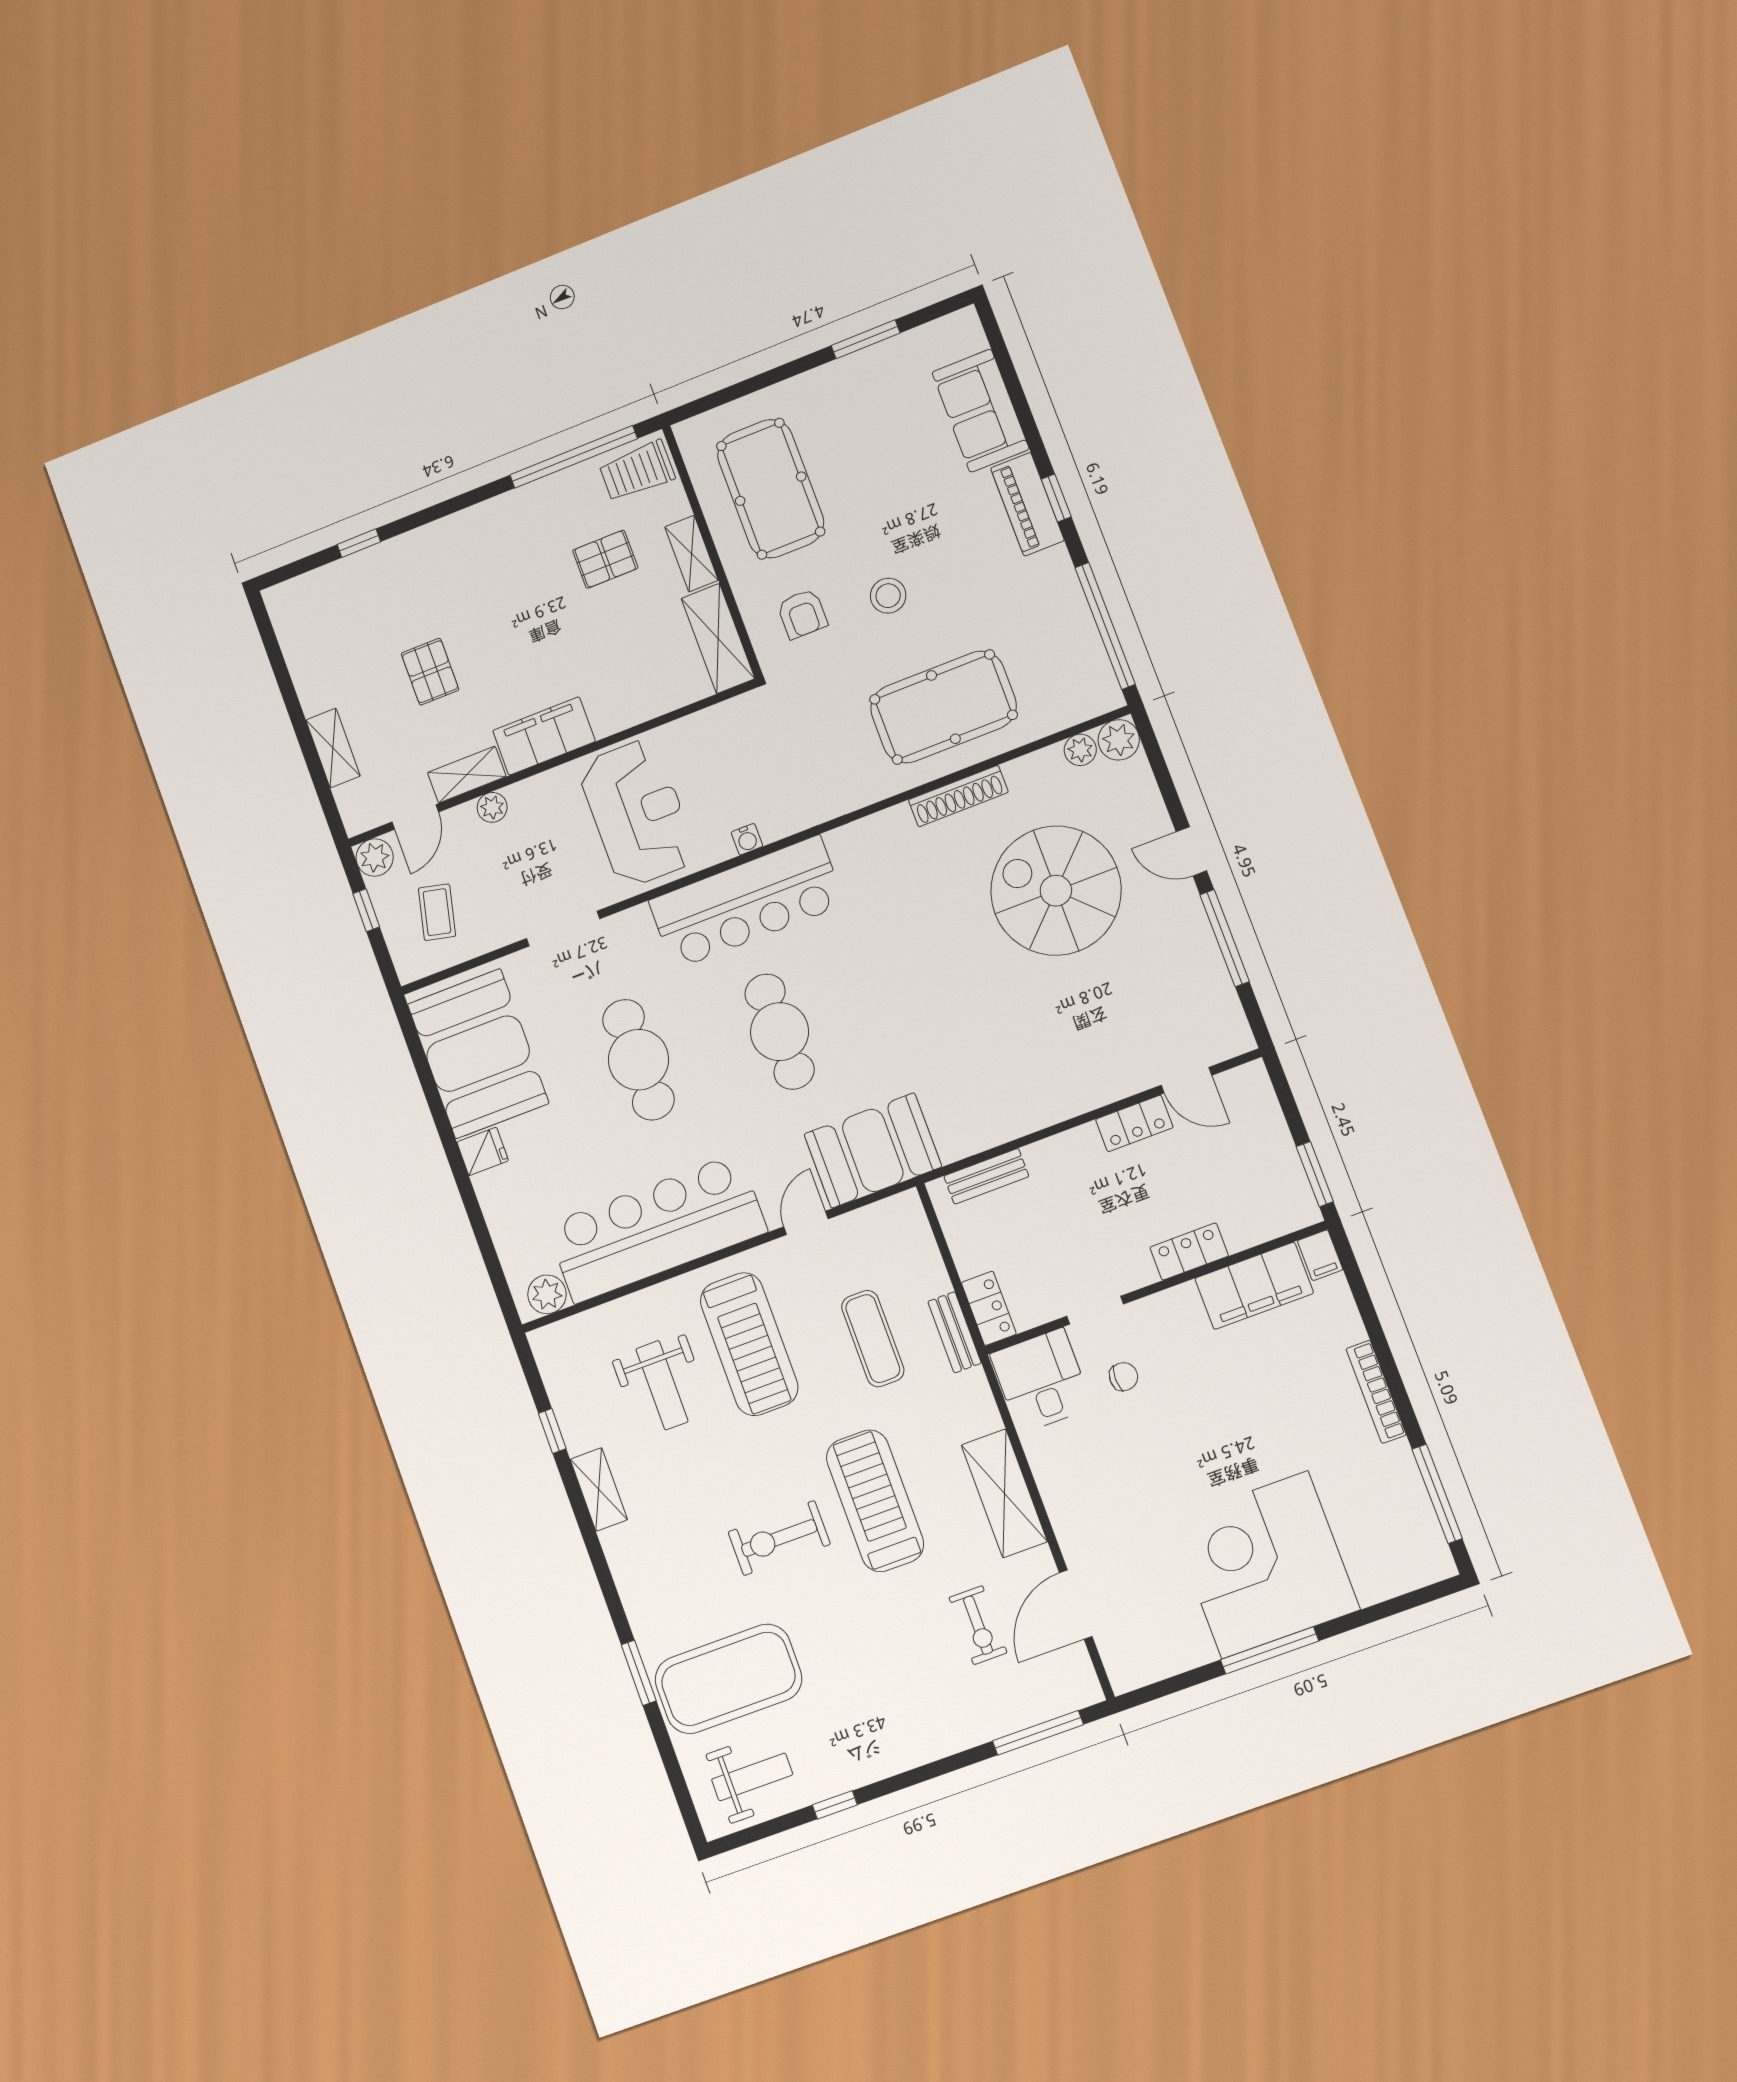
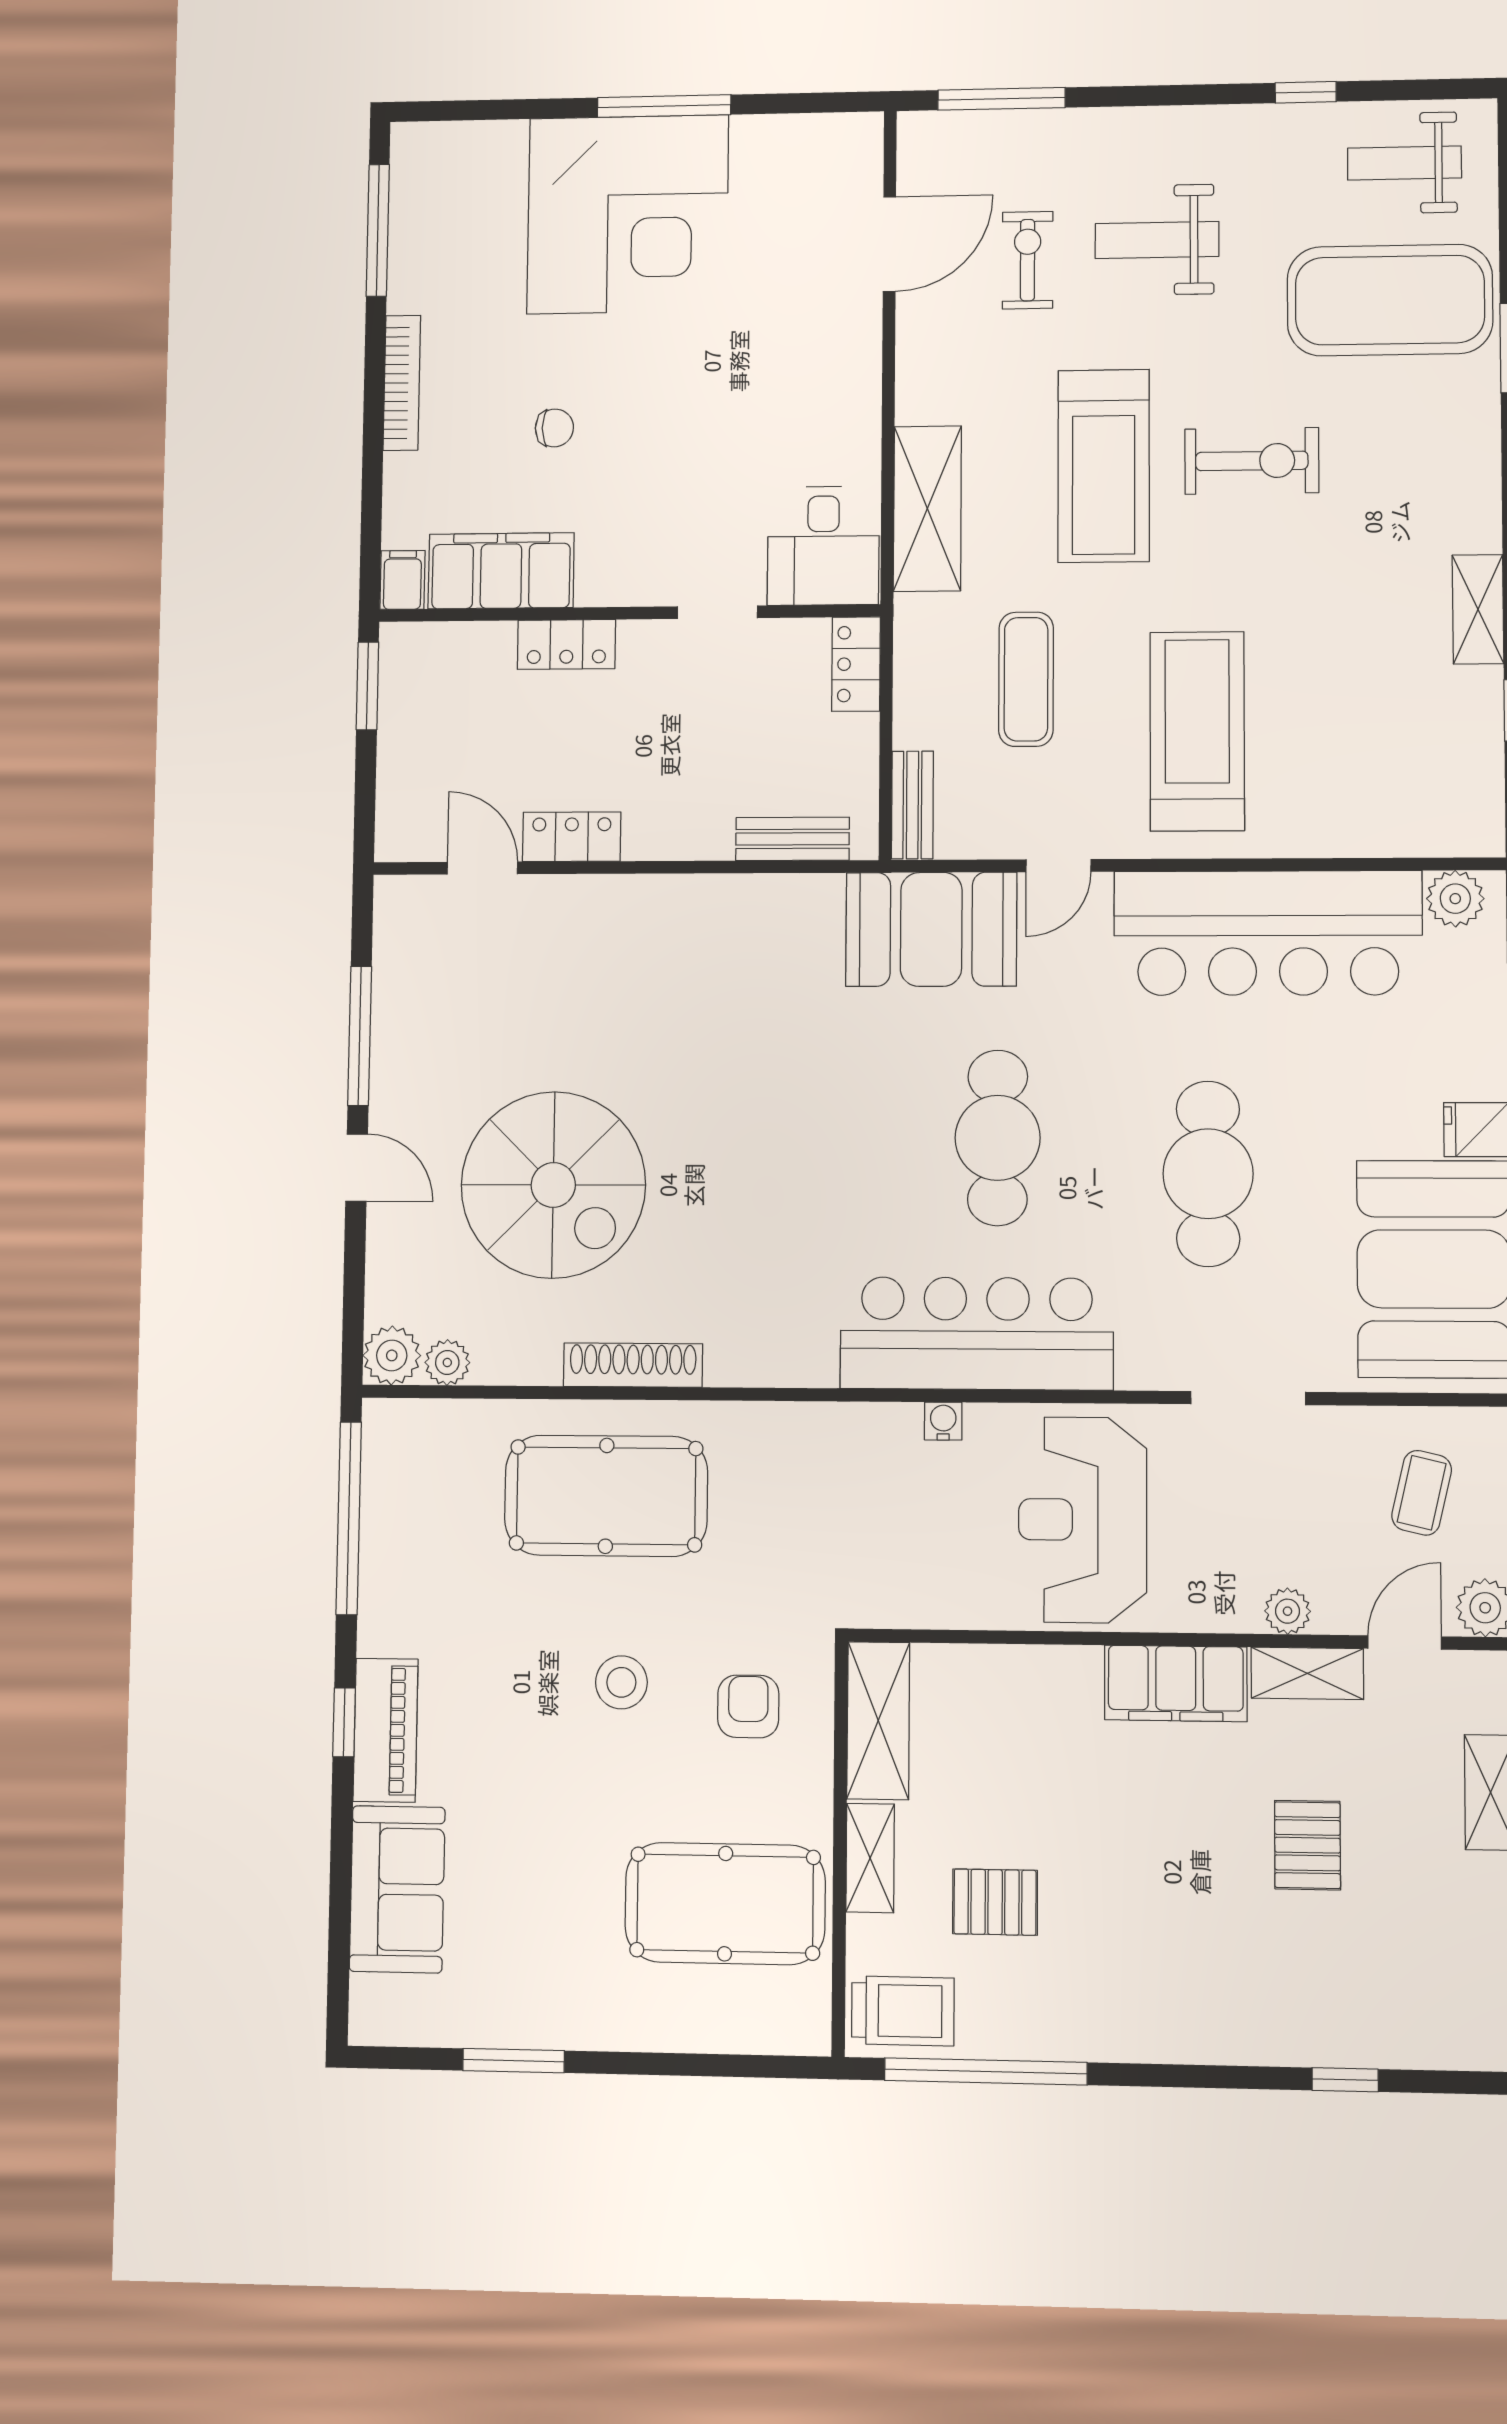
pool table: (771, 489) -> (725, 1904), turned 90
bench: (955, 1332) -> (912, 805), moved
chair: (1124, 1377) -> (554, 428), moved, turned 180
weight bench: (662, 1385) -> (1157, 240), moved, turned -90
shelving: (1004, 1493) -> (927, 509), moved

